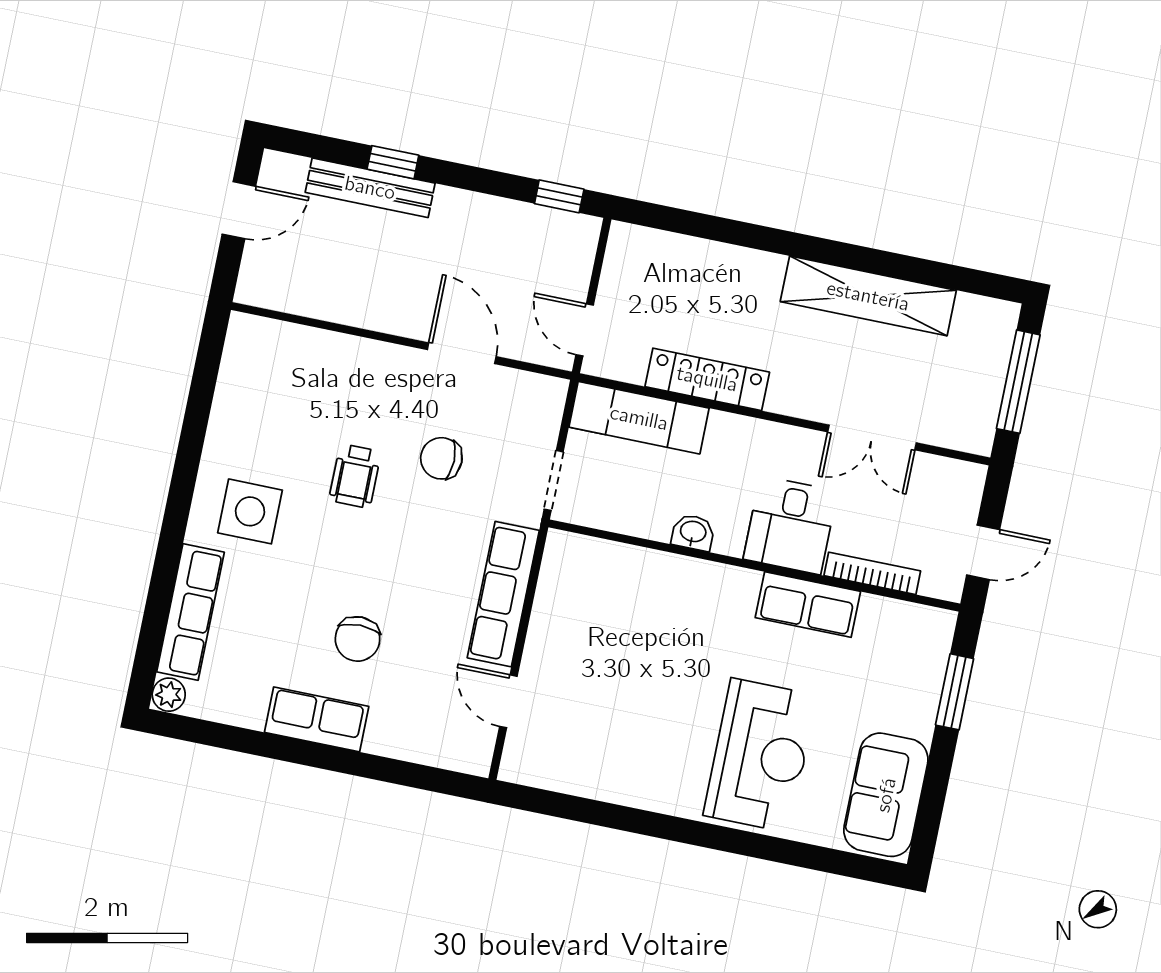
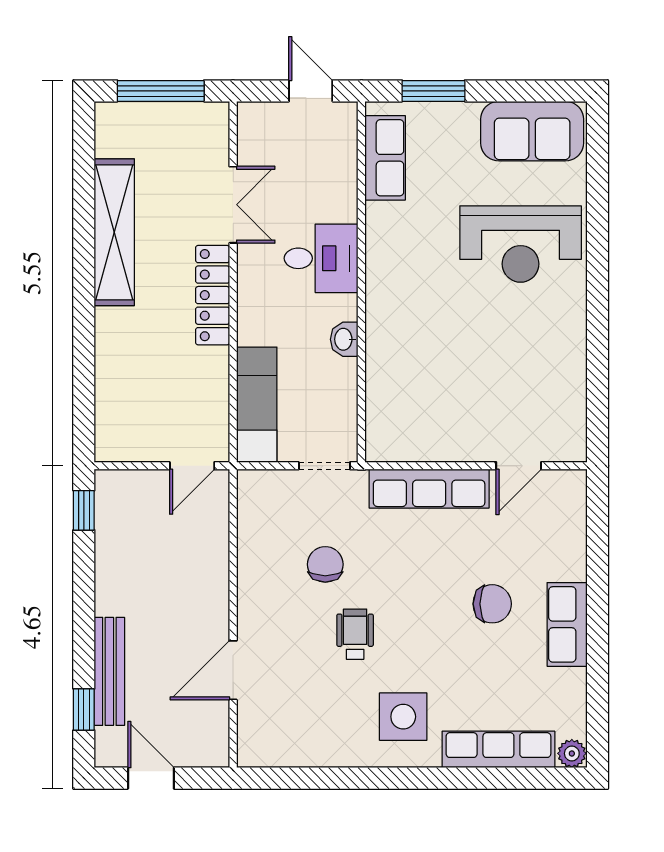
window: (393, 162) -> (84, 710), moved
door: (462, 353) -> (233, 670), moved
locker: (707, 379) -> (213, 295), moved
chair: (441, 458) -> (325, 564), turned 180
wheelchair: (355, 476) -> (355, 634), turned -90
bookcase: (872, 573) -> (348, 181), removed
row of seats: (808, 605) -> (385, 158), moved
reception desk: (760, 755) -> (521, 244), turned 180

